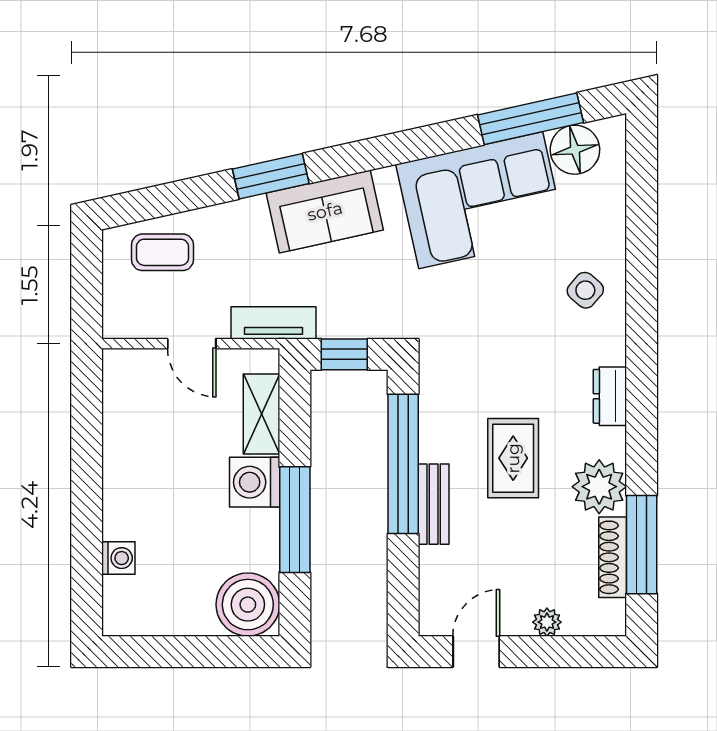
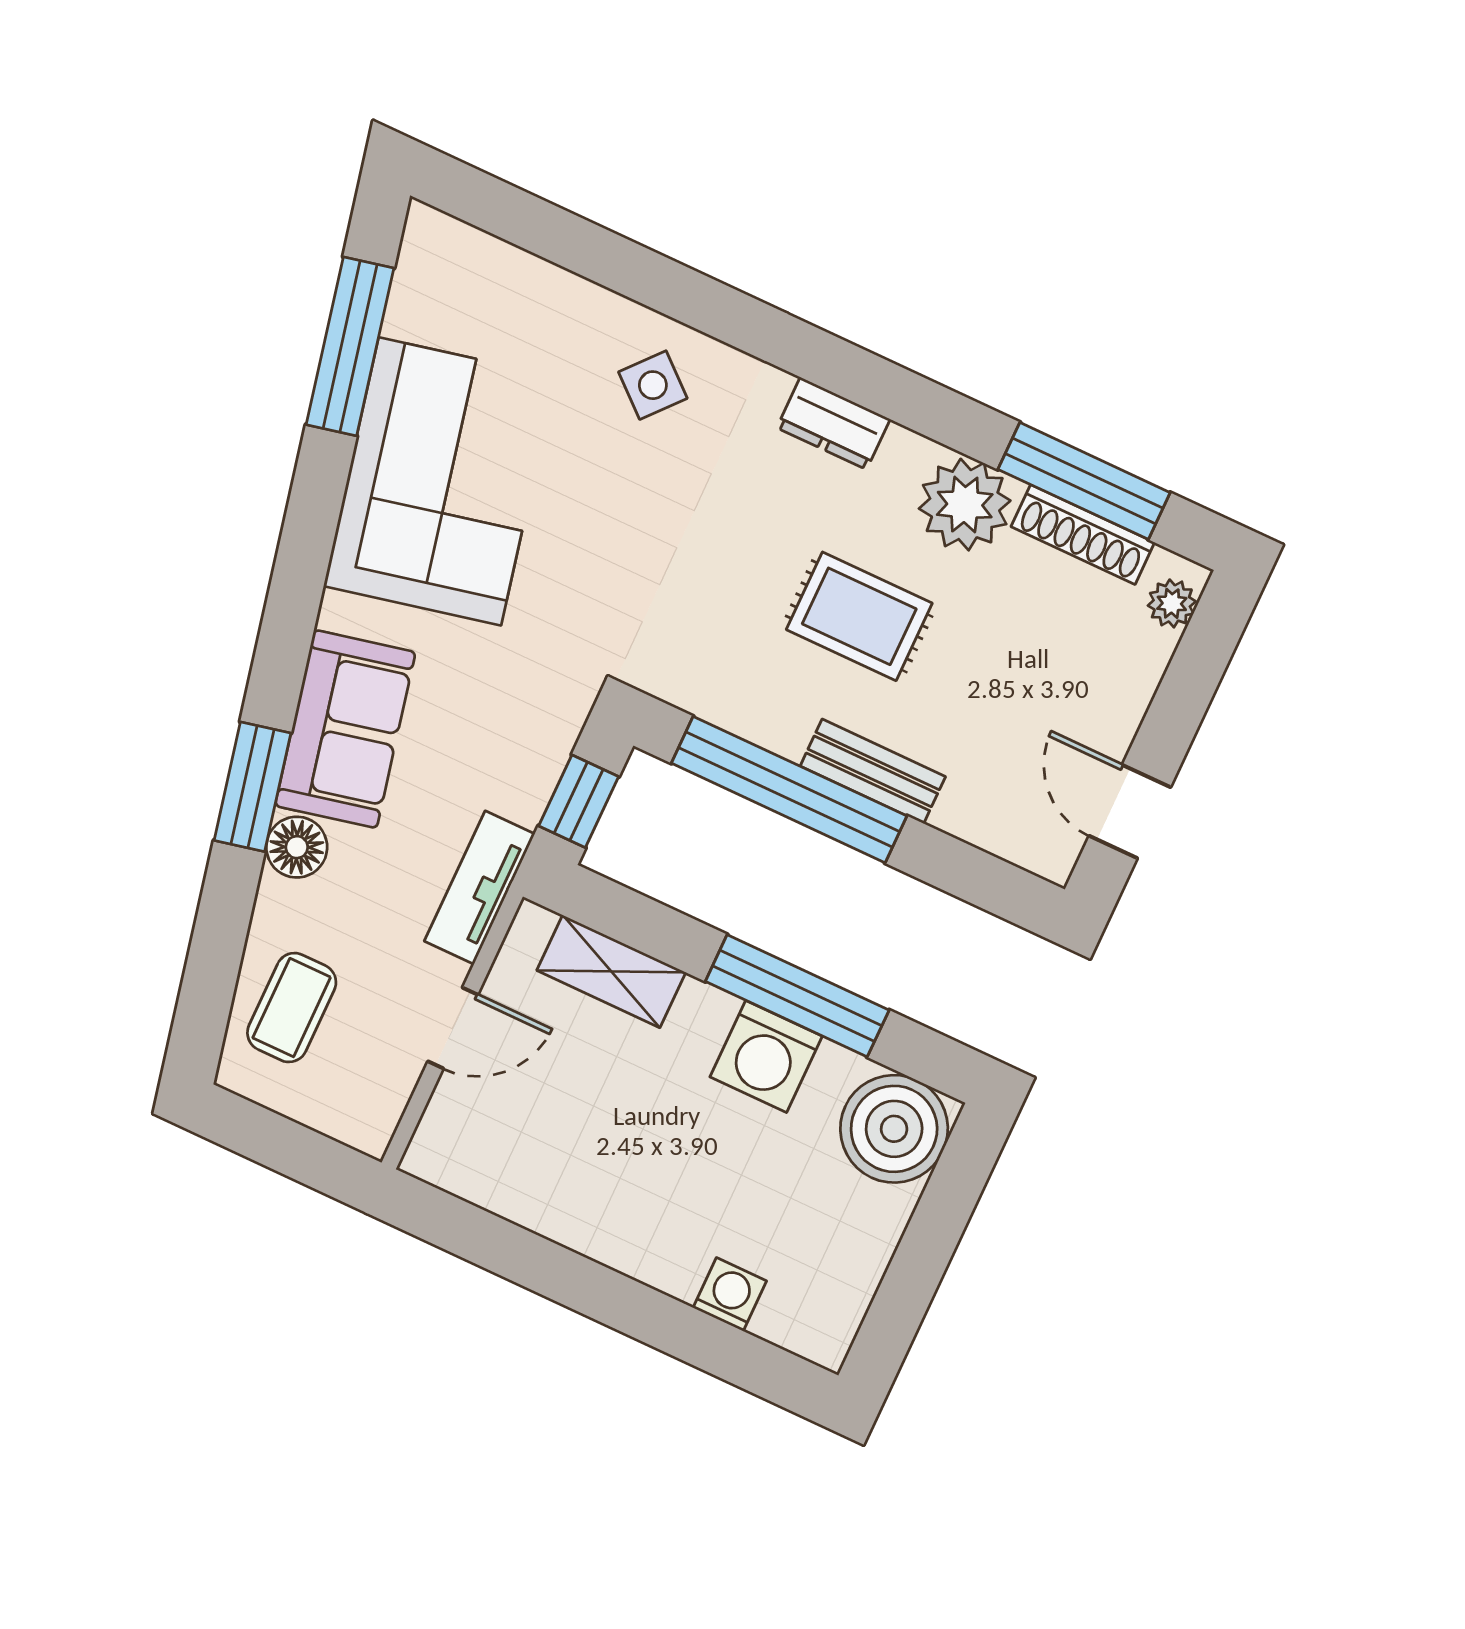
floor lamp: (575, 150) -> (297, 847), moved, width x0.73, depth x0.73
washing machine: (255, 482) -> (766, 1056), moved
plant: (547, 622) -> (1172, 603), moved

